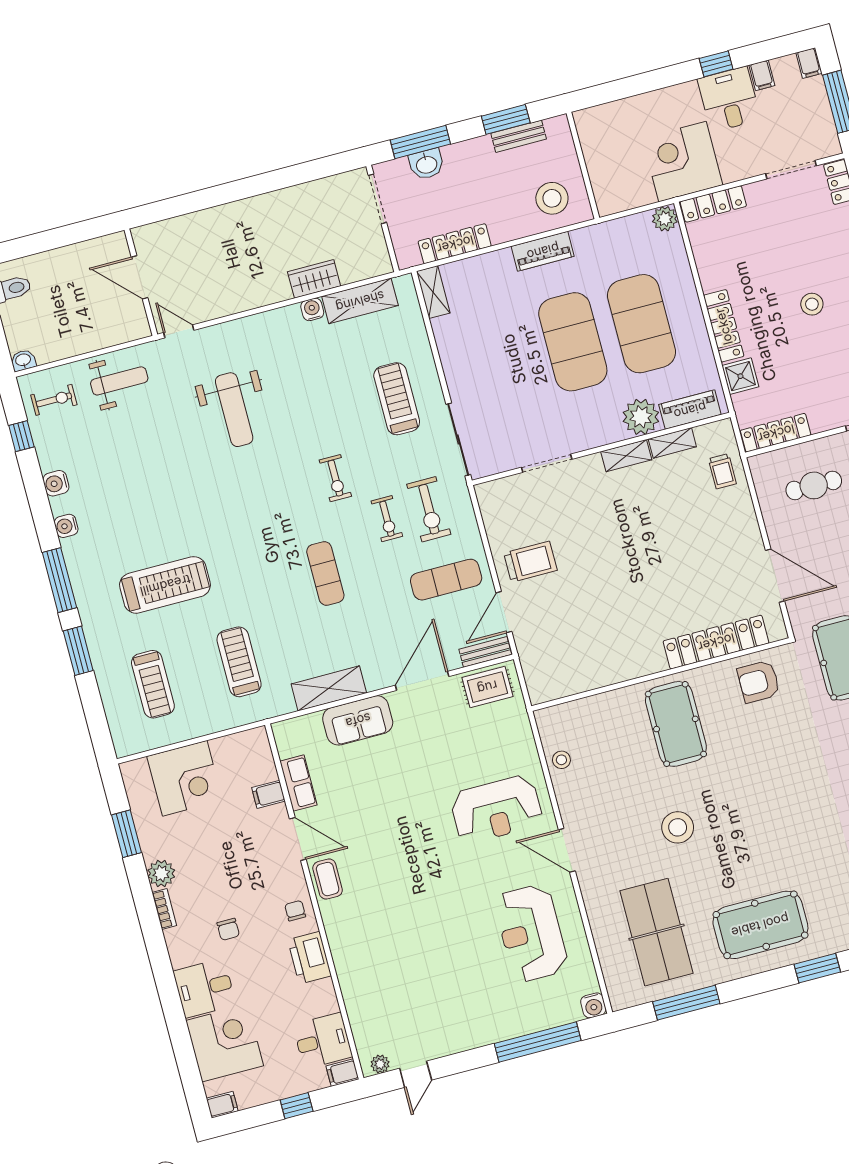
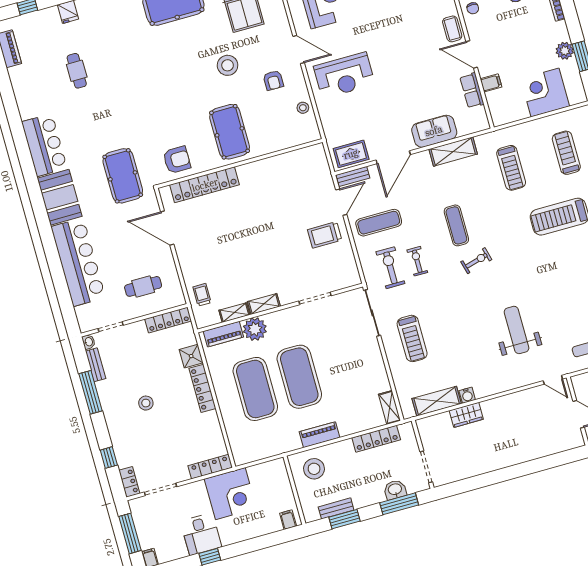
filing cabinet: (762, 75) -> (288, 520), moved
plant: (665, 219) -> (241, 457), removed
exercise bike: (335, 478) -> (476, 261), moved, turned 75
armchair: (607, 803) -> (273, 80), added
reception desk: (496, 809) -> (344, 75), turned 180
plant: (161, 873) -> (565, 51), moved

